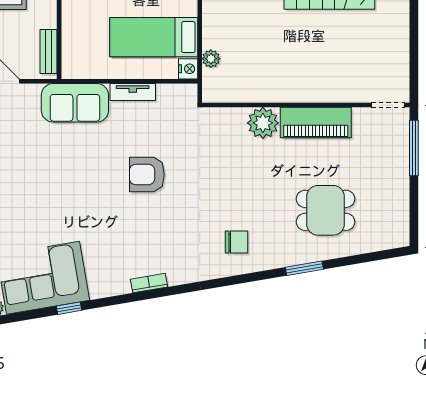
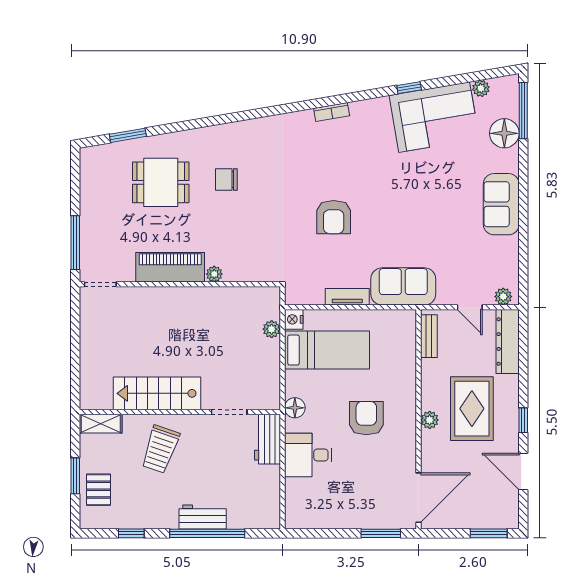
plant: (263, 123) -> (214, 274), width x0.53, depth x0.53
armchair: (147, 175) -> (334, 217), turned 90
chair: (236, 242) -> (226, 180), moved
window: (304, 268) -> (128, 135), moved

